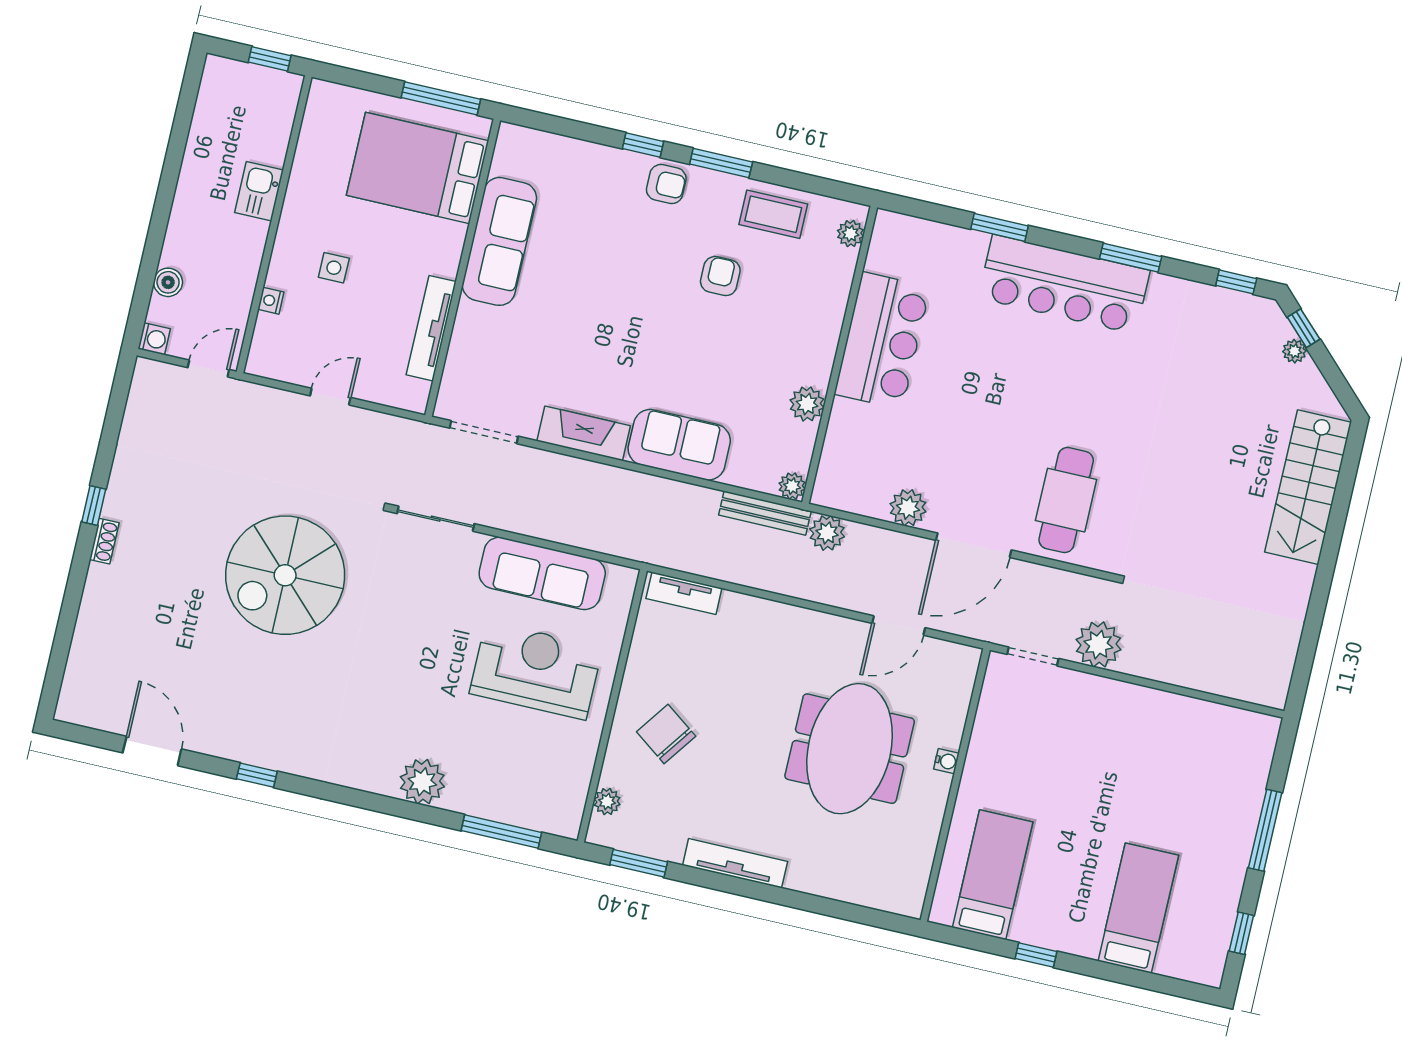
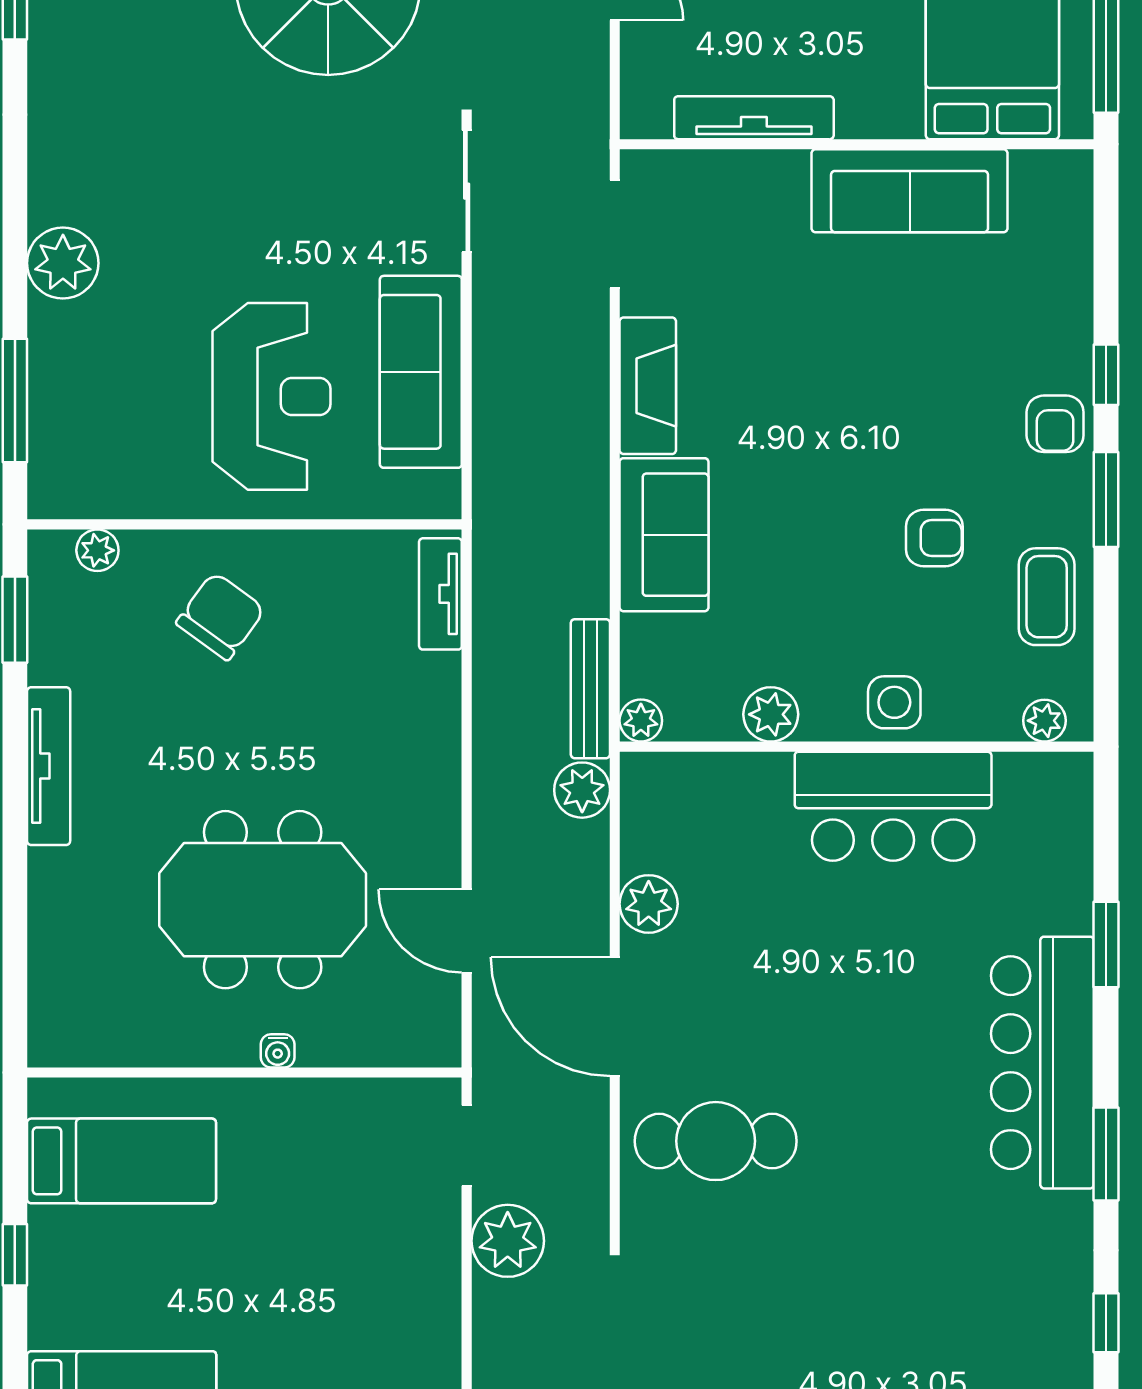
side table: (817, 325) -> (894, 702), added

